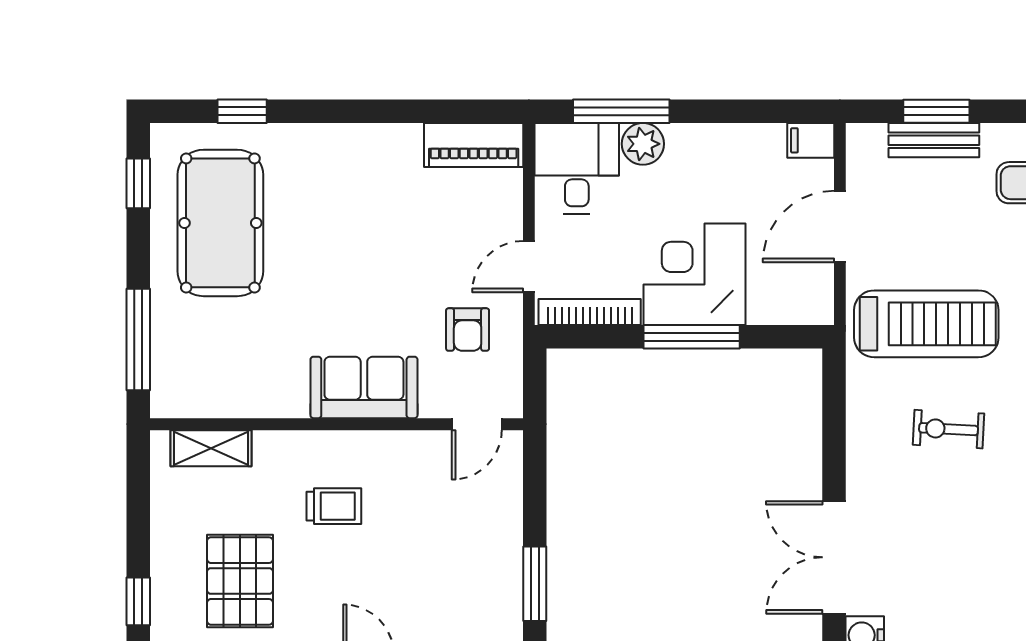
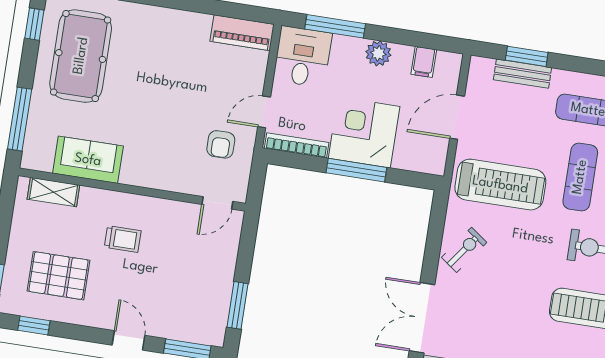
filing cabinet: (811, 140) -> (424, 62), moved, turned -90
plant: (643, 144) -> (378, 53), moved
sofa: (364, 387) -> (88, 160), moved
exercise bike: (949, 429) -> (464, 250), moved, turned 123
pallet: (240, 581) -> (58, 276), turned 90

